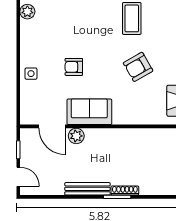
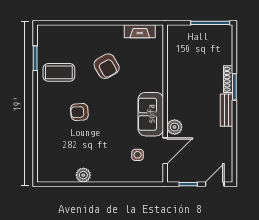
plant: (27, 12) -> (83, 175), moved
armchair: (74, 67) -> (79, 112), moved, turned 86
side table: (31, 74) -> (138, 155), moved
bench: (87, 189) -> (226, 110), width x0.73

